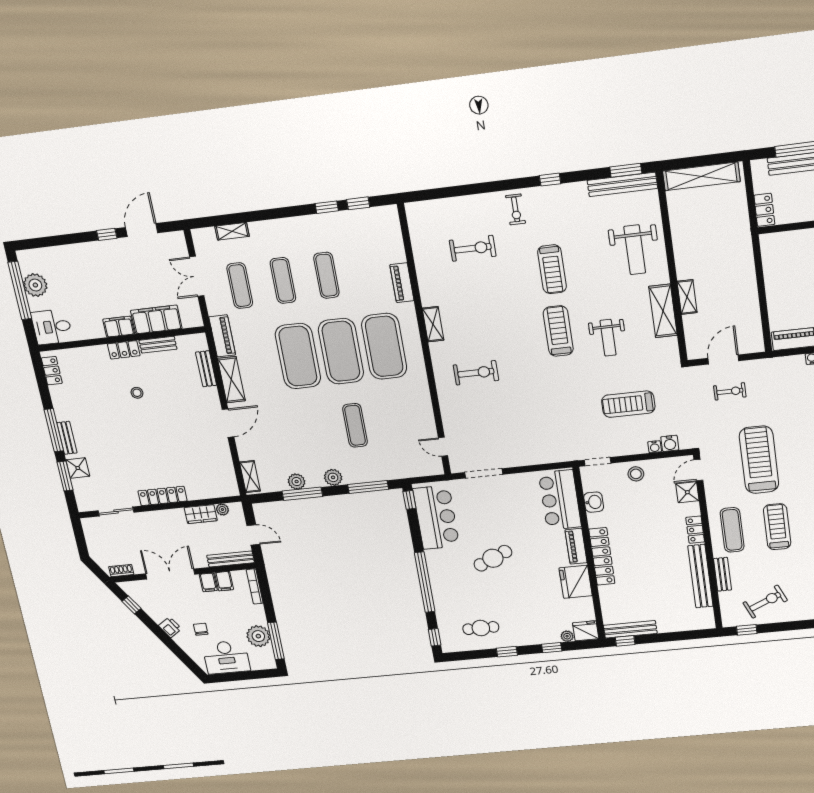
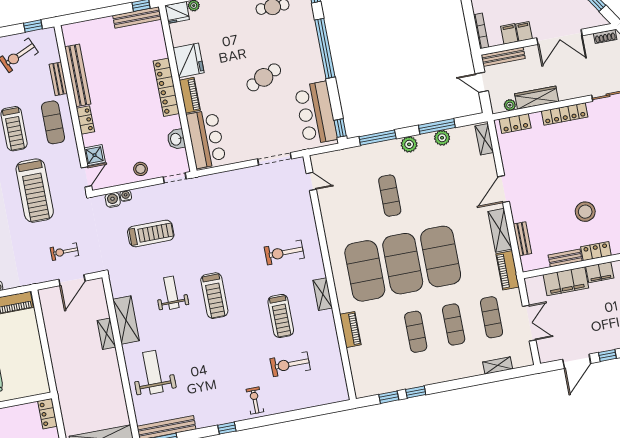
treadmill: (552, 269) -> (281, 316), moved, turned 180
stool: (137, 393) -> (585, 212), width x1.89, depth x1.89
locker: (216, 490) -> (515, 124), added
wardrobe: (201, 514) -> (537, 98), width x1.50

